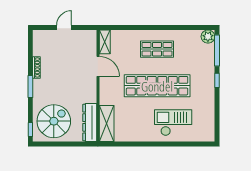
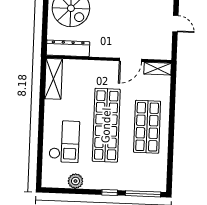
plant: (208, 37) -> (75, 181), moved
shop shelf: (157, 49) -> (147, 127), width x1.43, depth x1.36
shelving: (107, 123) -> (53, 79), moved, turned 90

